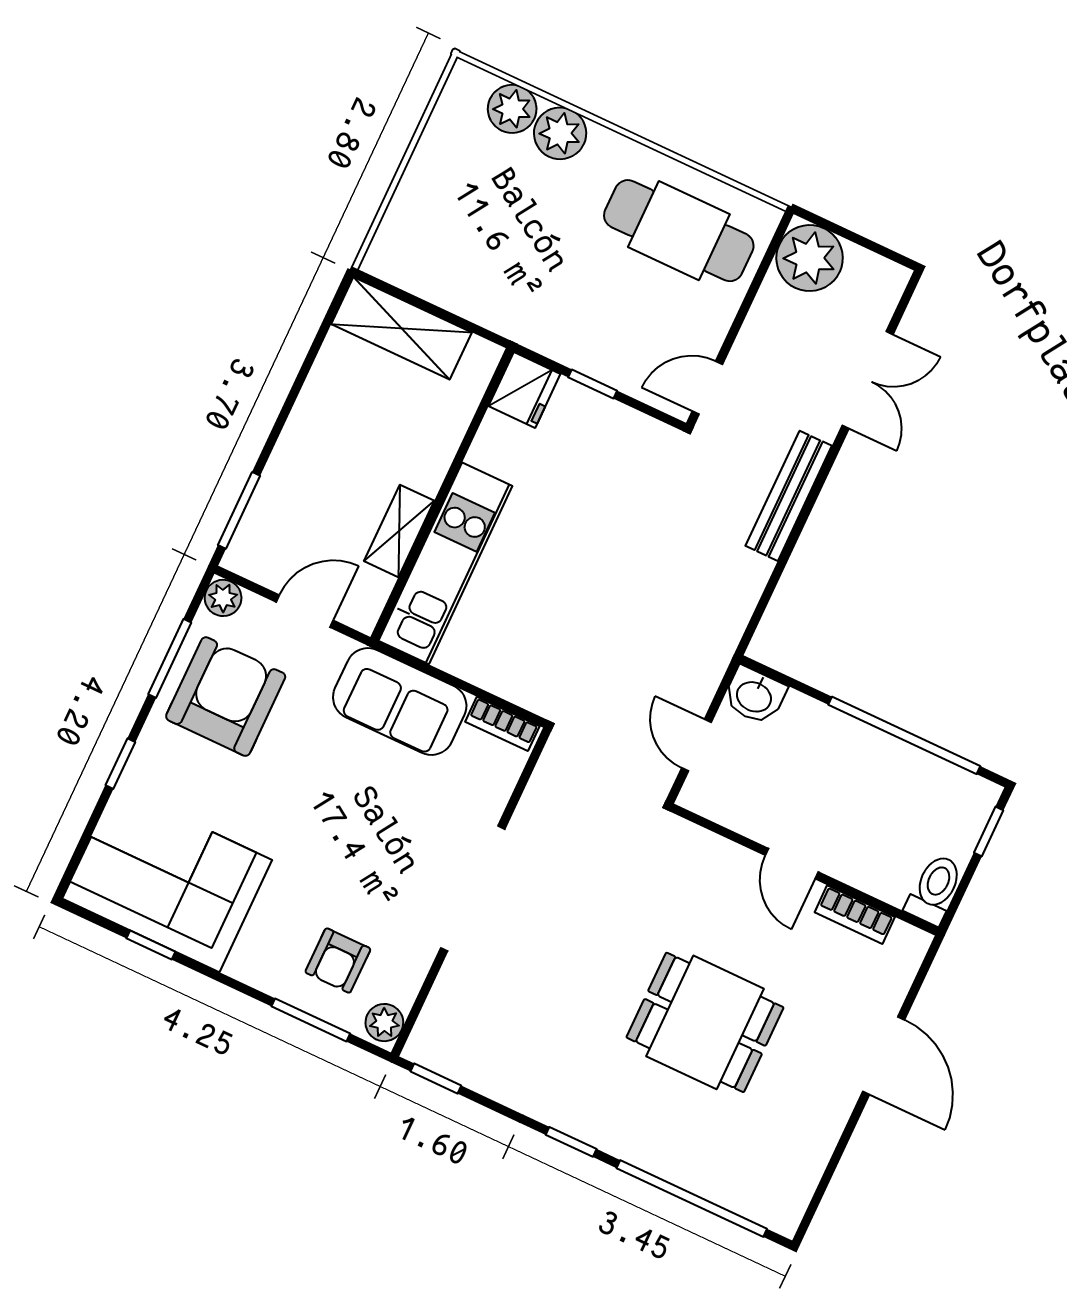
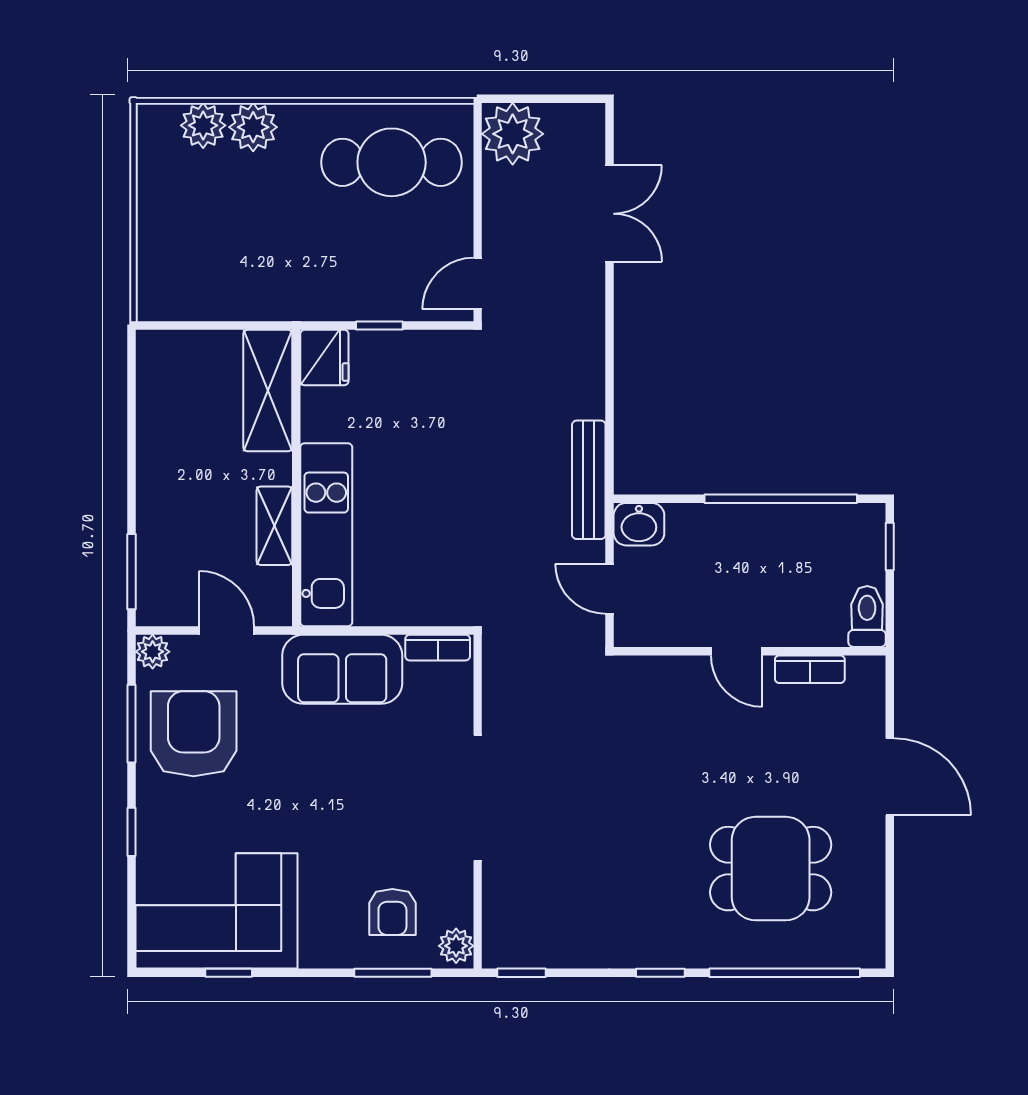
shelving: (401, 328) -> (268, 391), moved, turned 90
bench: (789, 496) -> (589, 480), moved
door: (305, 611) -> (227, 631), hinge flipped
dining table: (705, 1022) -> (771, 869), moved

